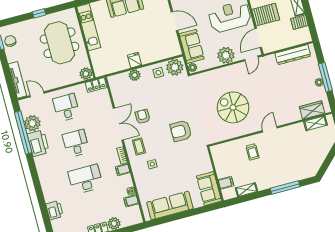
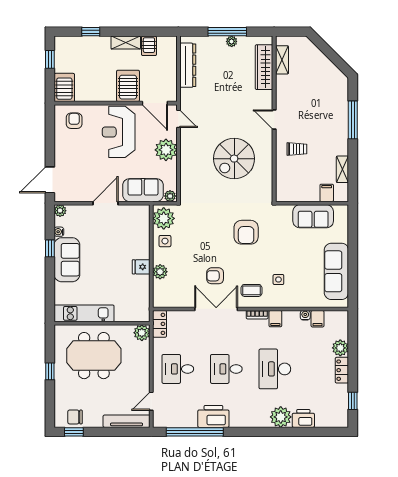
wardrobe: (312, 110) -> (264, 67), width x1.50
plant: (32, 123) -> (281, 417), moved
sofa: (209, 189) -> (313, 216), moved

